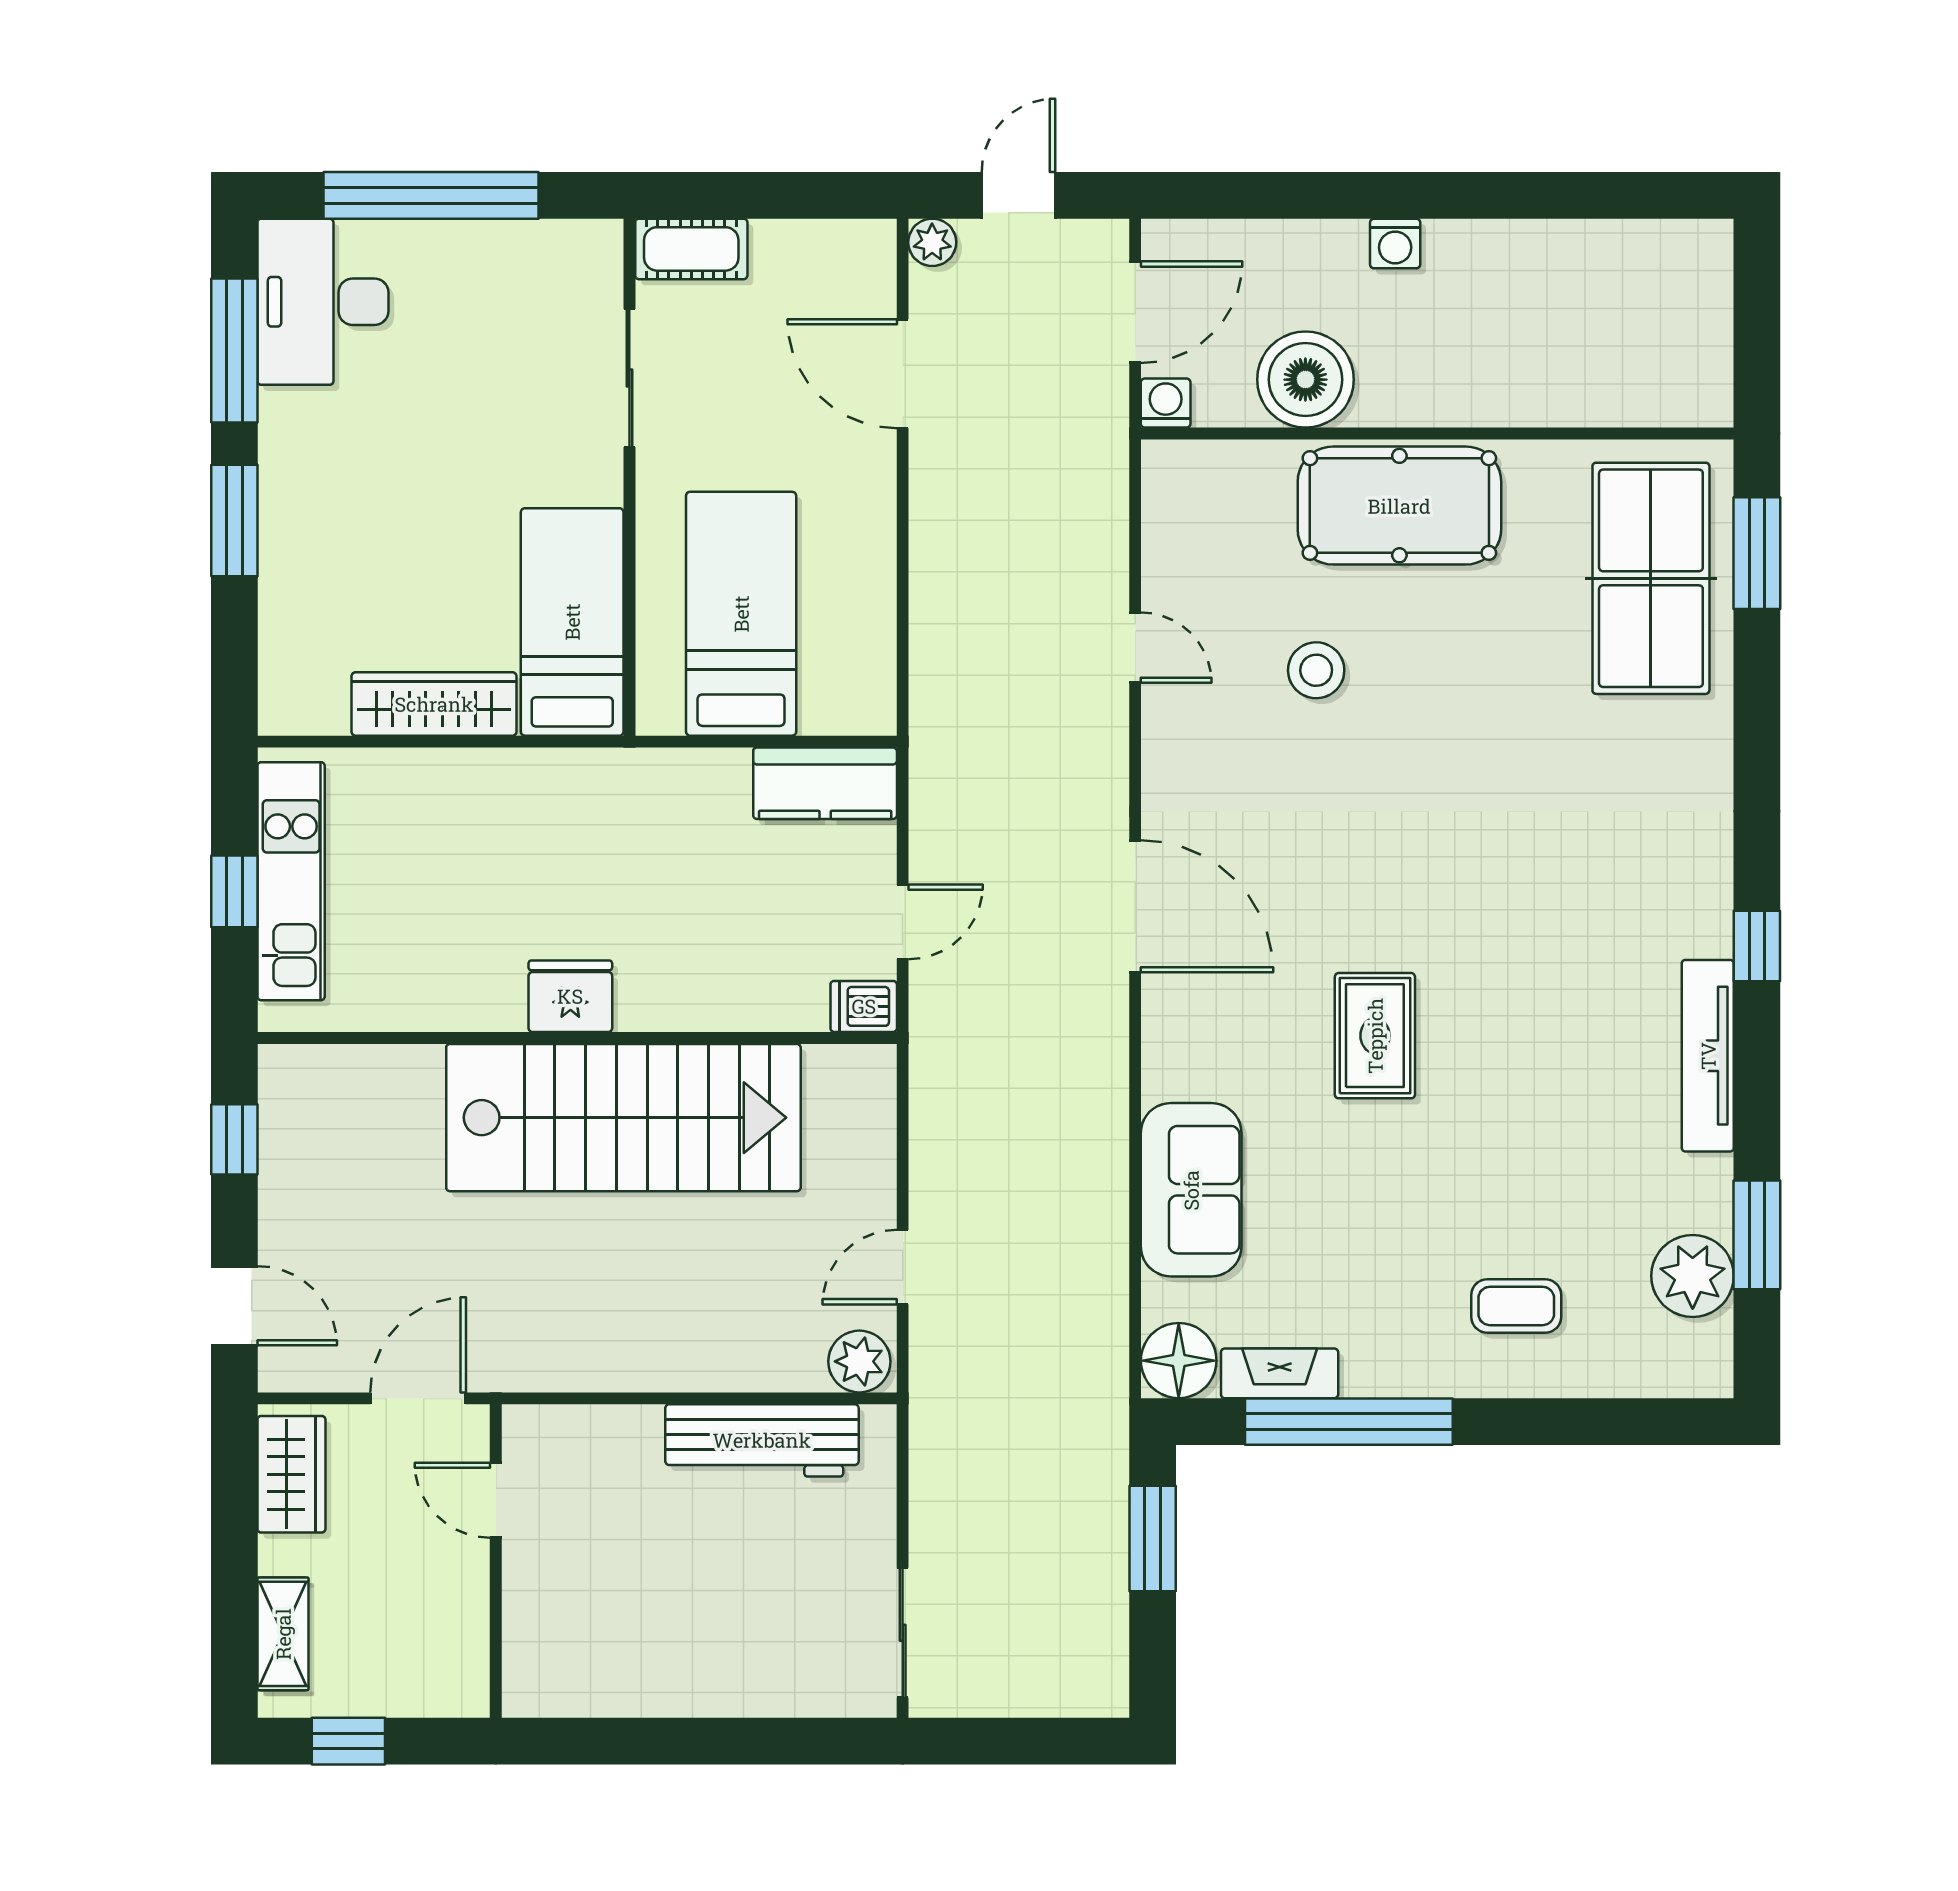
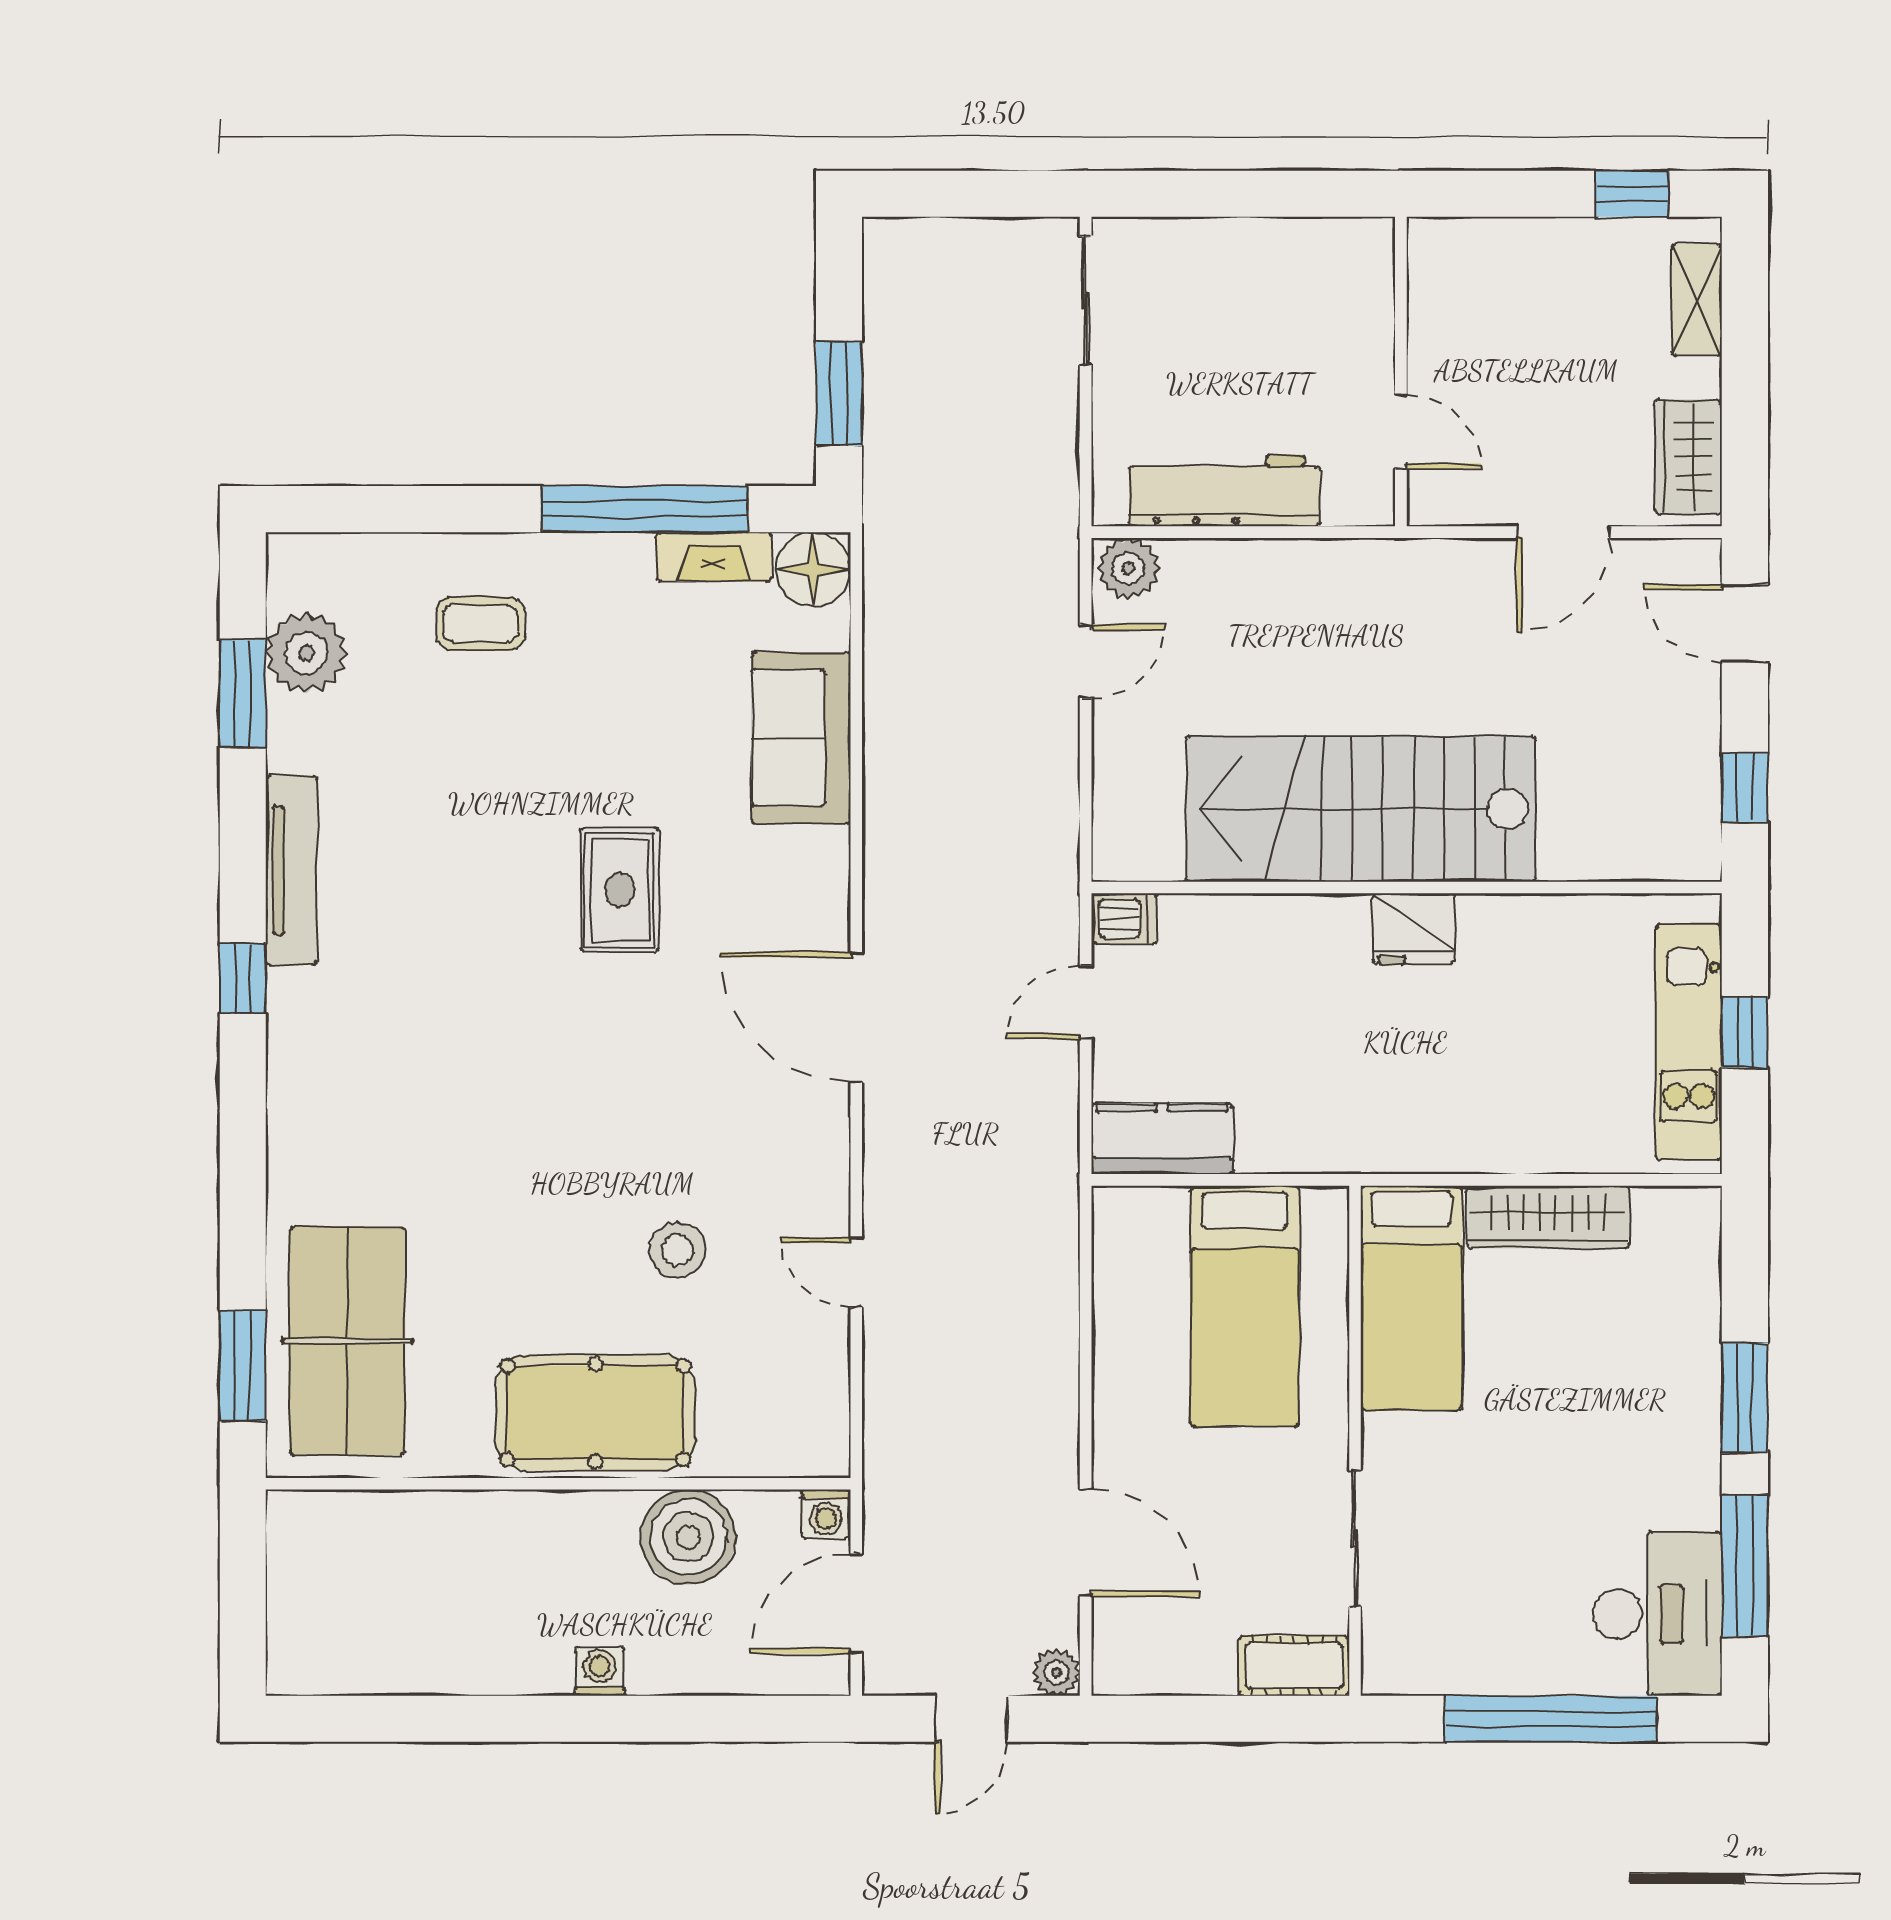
door: (496, 1500) -> (1401, 432), moved
wall: (496, 1561) -> (1401, 372), moved

